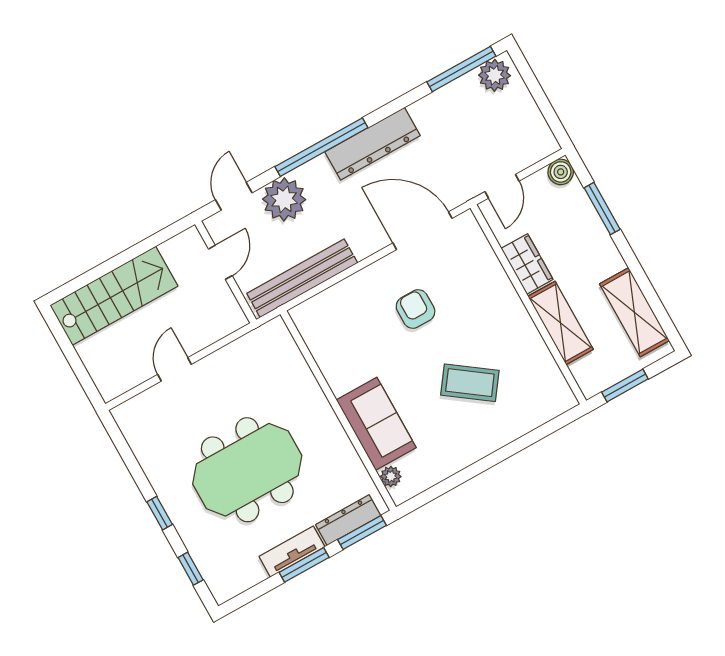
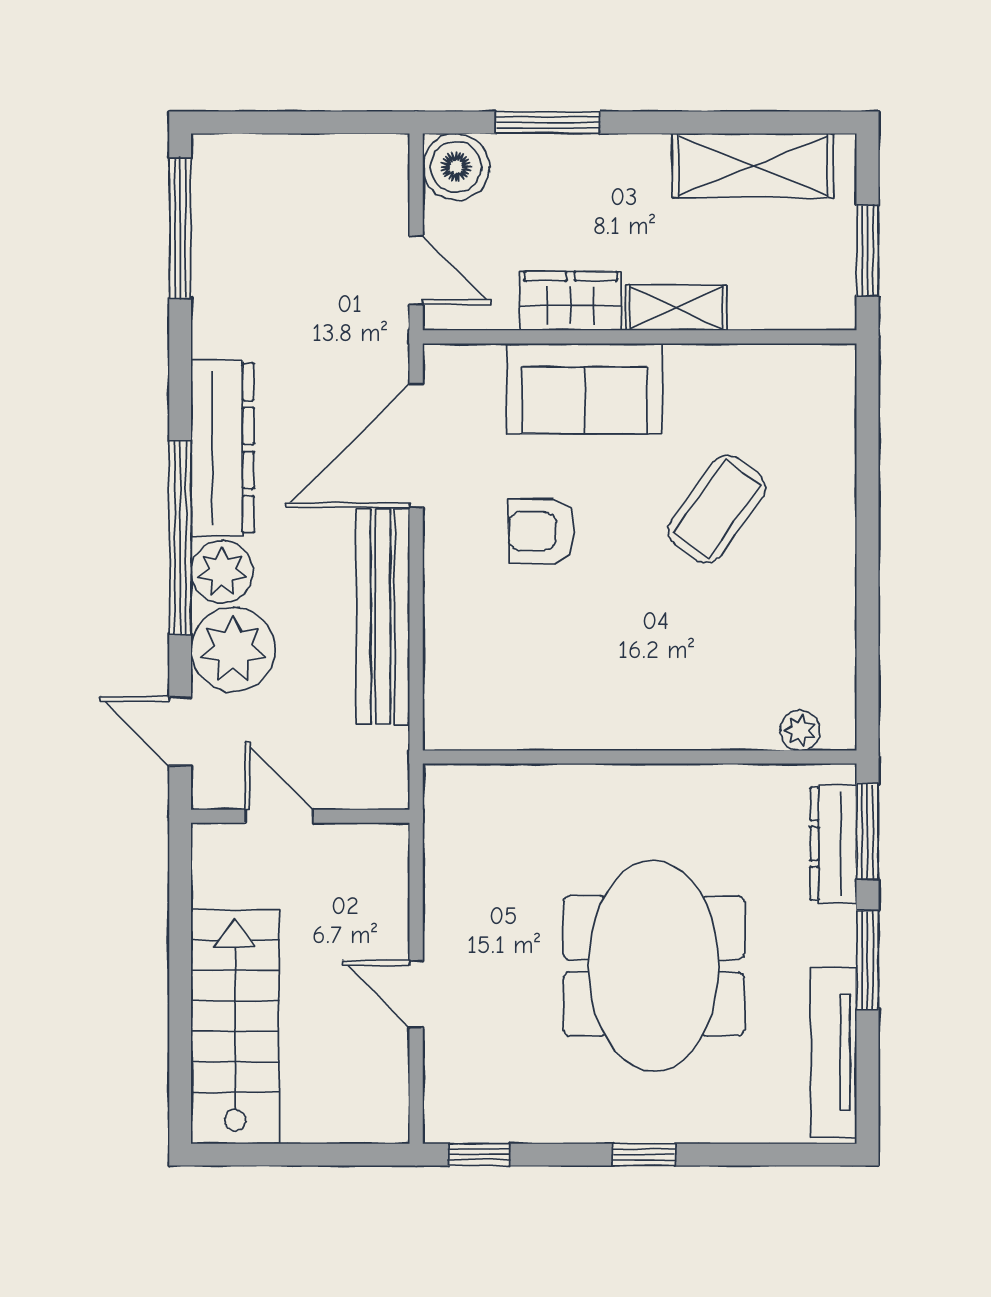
plant: (495, 75) -> (222, 572), moved
boiler: (561, 172) -> (456, 167), width x1.36, depth x1.36
bench: (302, 278) -> (383, 617), moved
shelving: (561, 323) -> (676, 308), width x0.67, depth x0.75
sofa: (376, 424) -> (585, 388), moved, turned 180
tv unit: (292, 552) -> (834, 1052), moved, width x1.41
window: (191, 569) -> (479, 1155), moved

